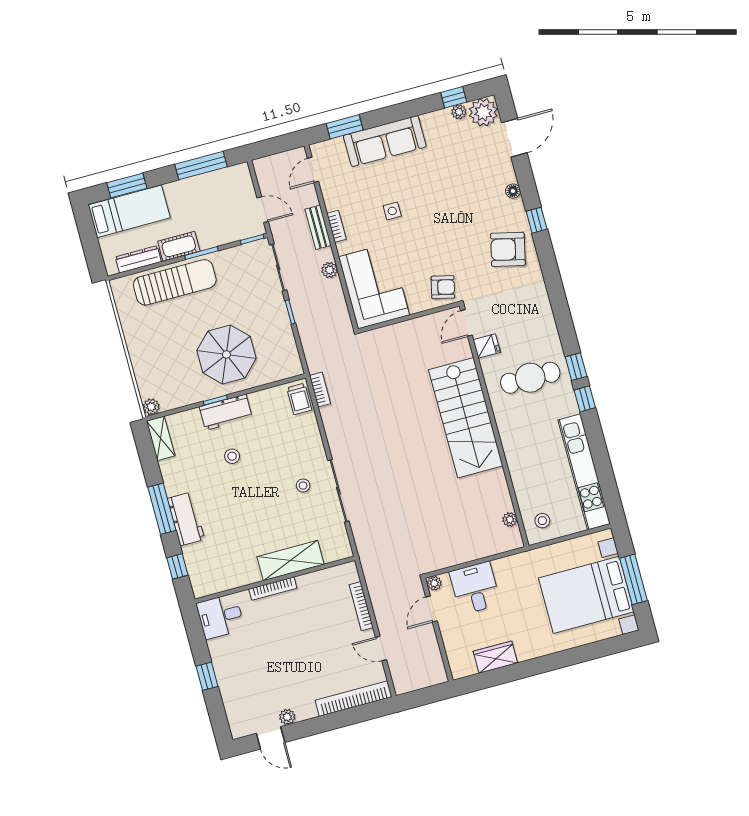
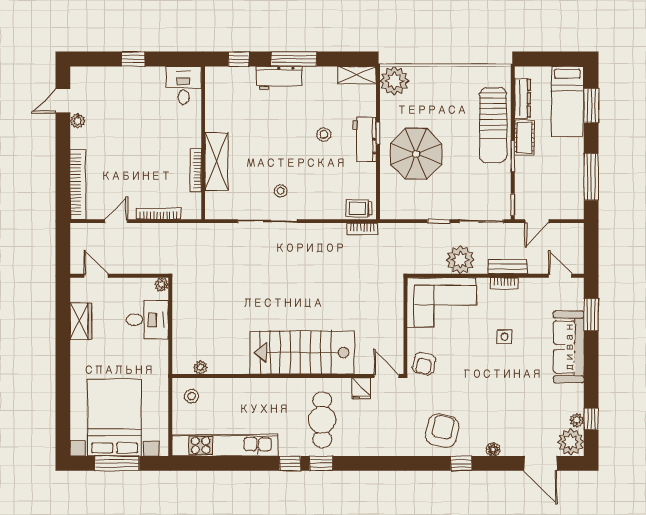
plant: (330, 270) -> (460, 260), width x1.87, depth x1.87
plant: (151, 407) -> (394, 81), width x1.88, depth x1.88
bookcase: (273, 589) -> (196, 170), moved
door: (431, 609) -> (96, 276), moved

